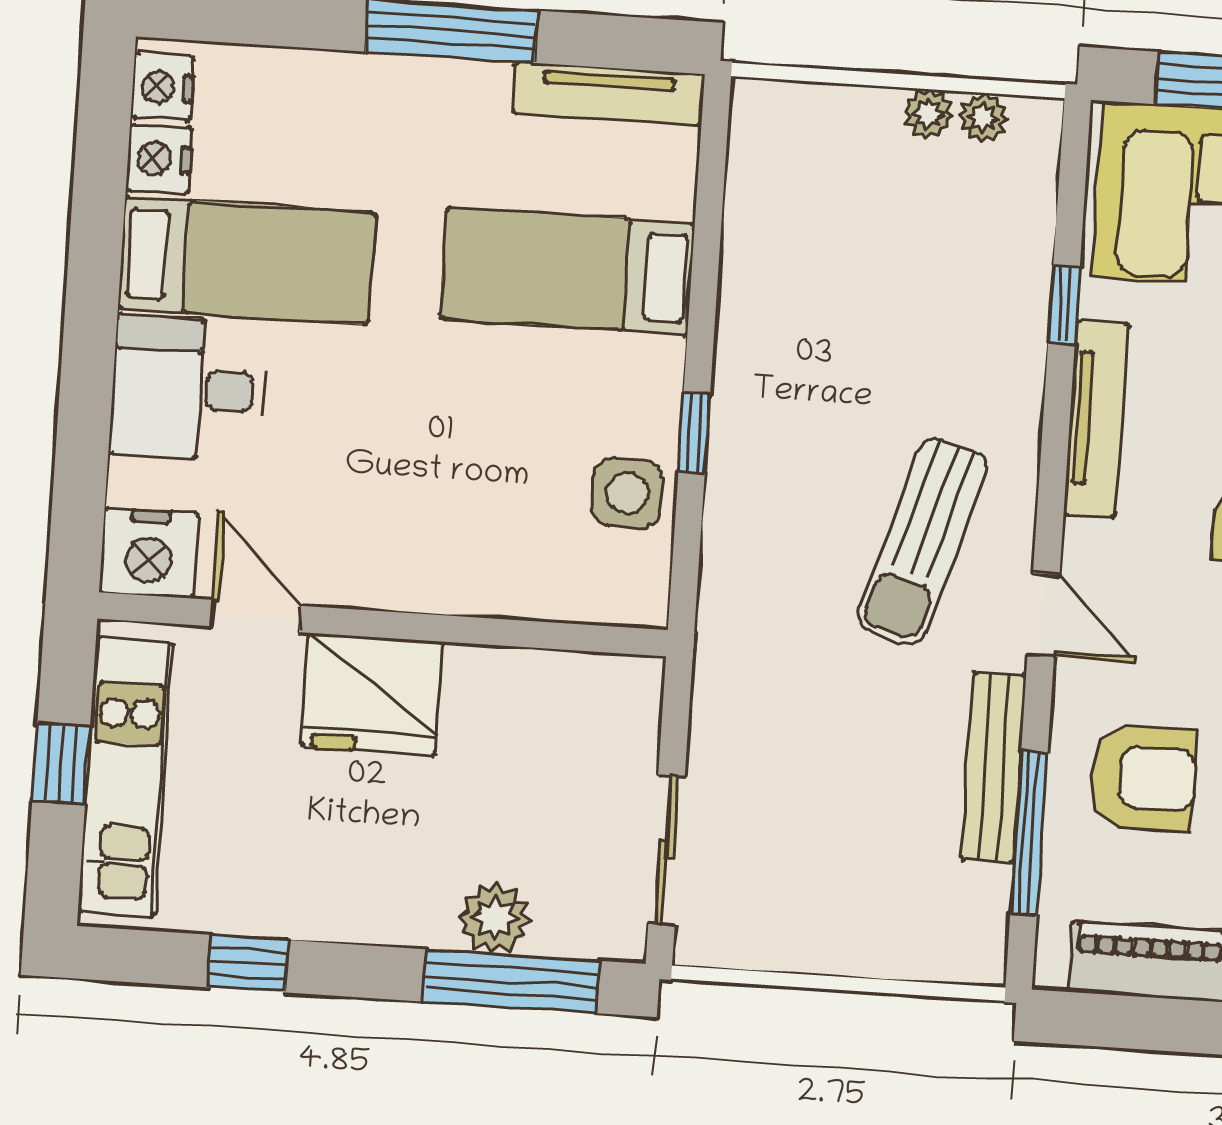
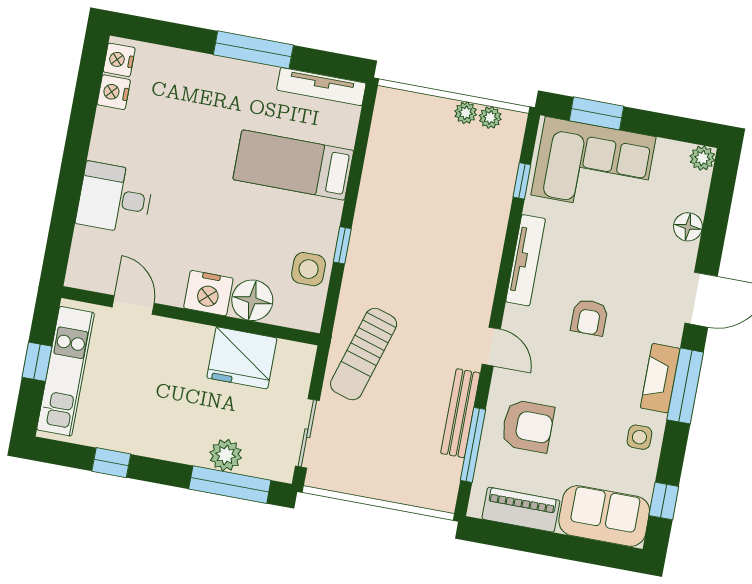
bed: (246, 260) -> (148, 143), removed
window: (1064, 304) -> (522, 181), moved
sun lounger: (922, 541) -> (364, 354), moved
nightstand: (149, 553) -> (208, 293), moved
floor lamp: (513, 575) -> (252, 300), added
fridge: (372, 694) -> (242, 358), moved

